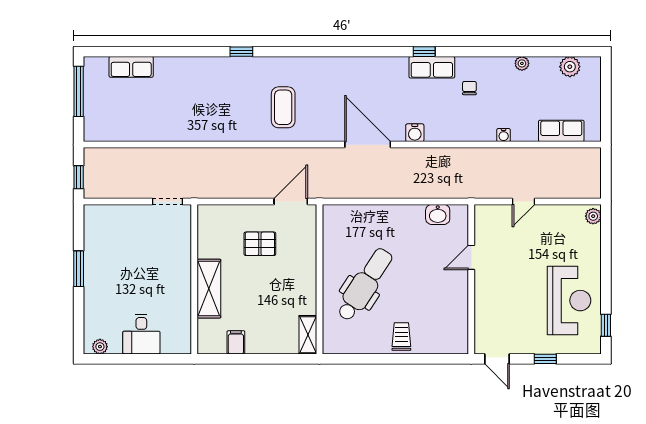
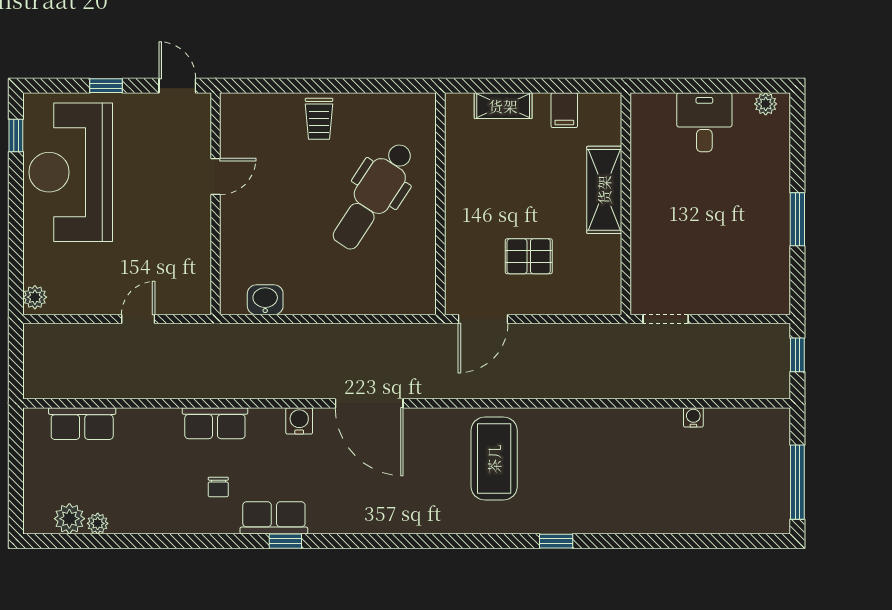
plant: (522, 63) -> (98, 523), moved
row of seats: (131, 67) -> (215, 423), moved, turned 180
coffee table: (283, 107) -> (494, 459), width x1.36, depth x1.32
water cooler: (504, 135) -> (693, 417), moved
door: (471, 257) -> (216, 176), moved
reception desk: (569, 301) -> (71, 172), width x1.36, depth x1.30
shelving: (308, 335) -> (503, 106), moved, turned 90

